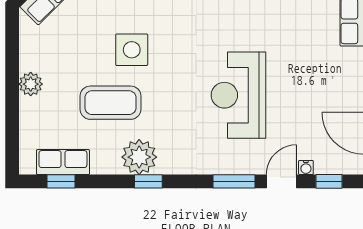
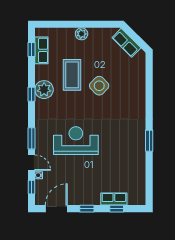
side table: (132, 50) -> (99, 86), turned 45

